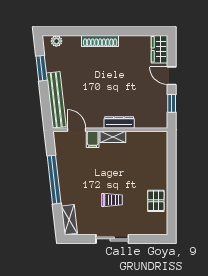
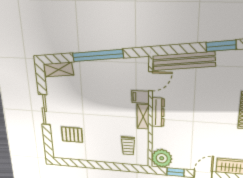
plant: (157, 118) -> (162, 158), added
dresser: (119, 122) -> (158, 112), moved
trolley: (112, 200) -> (128, 146), moved
pallet: (156, 201) -> (72, 135), moved

